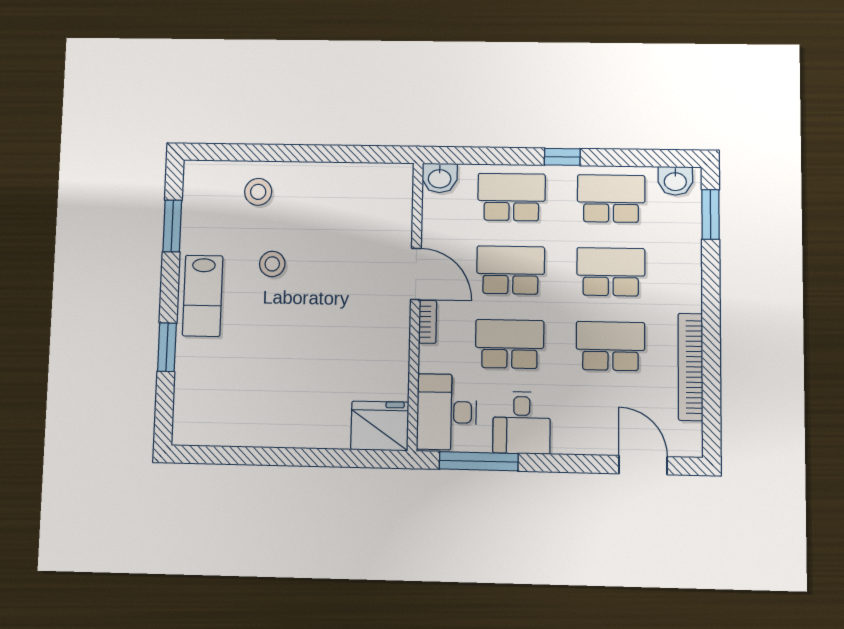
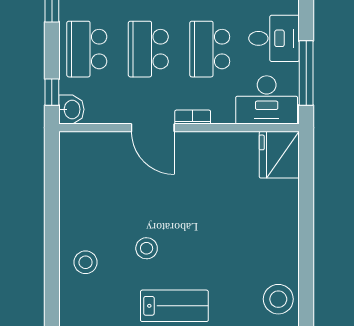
window: (461, 155) -> (52, 92), added
door: (416, 274) -> (153, 128), swing flipped
stool: (206, 421) -> (278, 299), added

